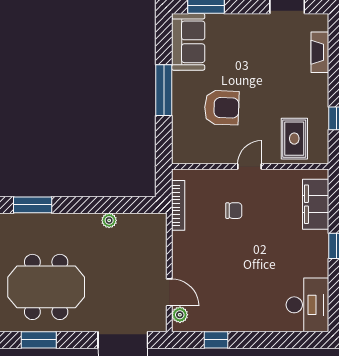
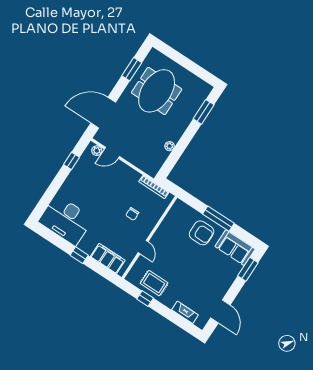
armchair: (222, 108) -> (202, 233), moved, turned -92
rug: (294, 139) -> (154, 283), moved
door: (250, 167) -> (143, 247), moved
desk: (307, 305) -> (66, 220), width x1.36, depth x1.30

